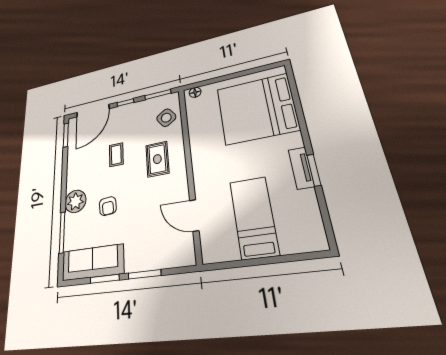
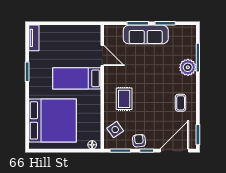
coffee table: (116, 155) -> (181, 103), moved
tv unit: (301, 168) -> (34, 38), moved
plant: (75, 201) -> (188, 67), moved
armchair: (108, 206) -> (139, 141), moved
bed: (254, 217) -> (77, 78), moved, turned 90
sofa: (93, 262) -> (146, 34), moved

